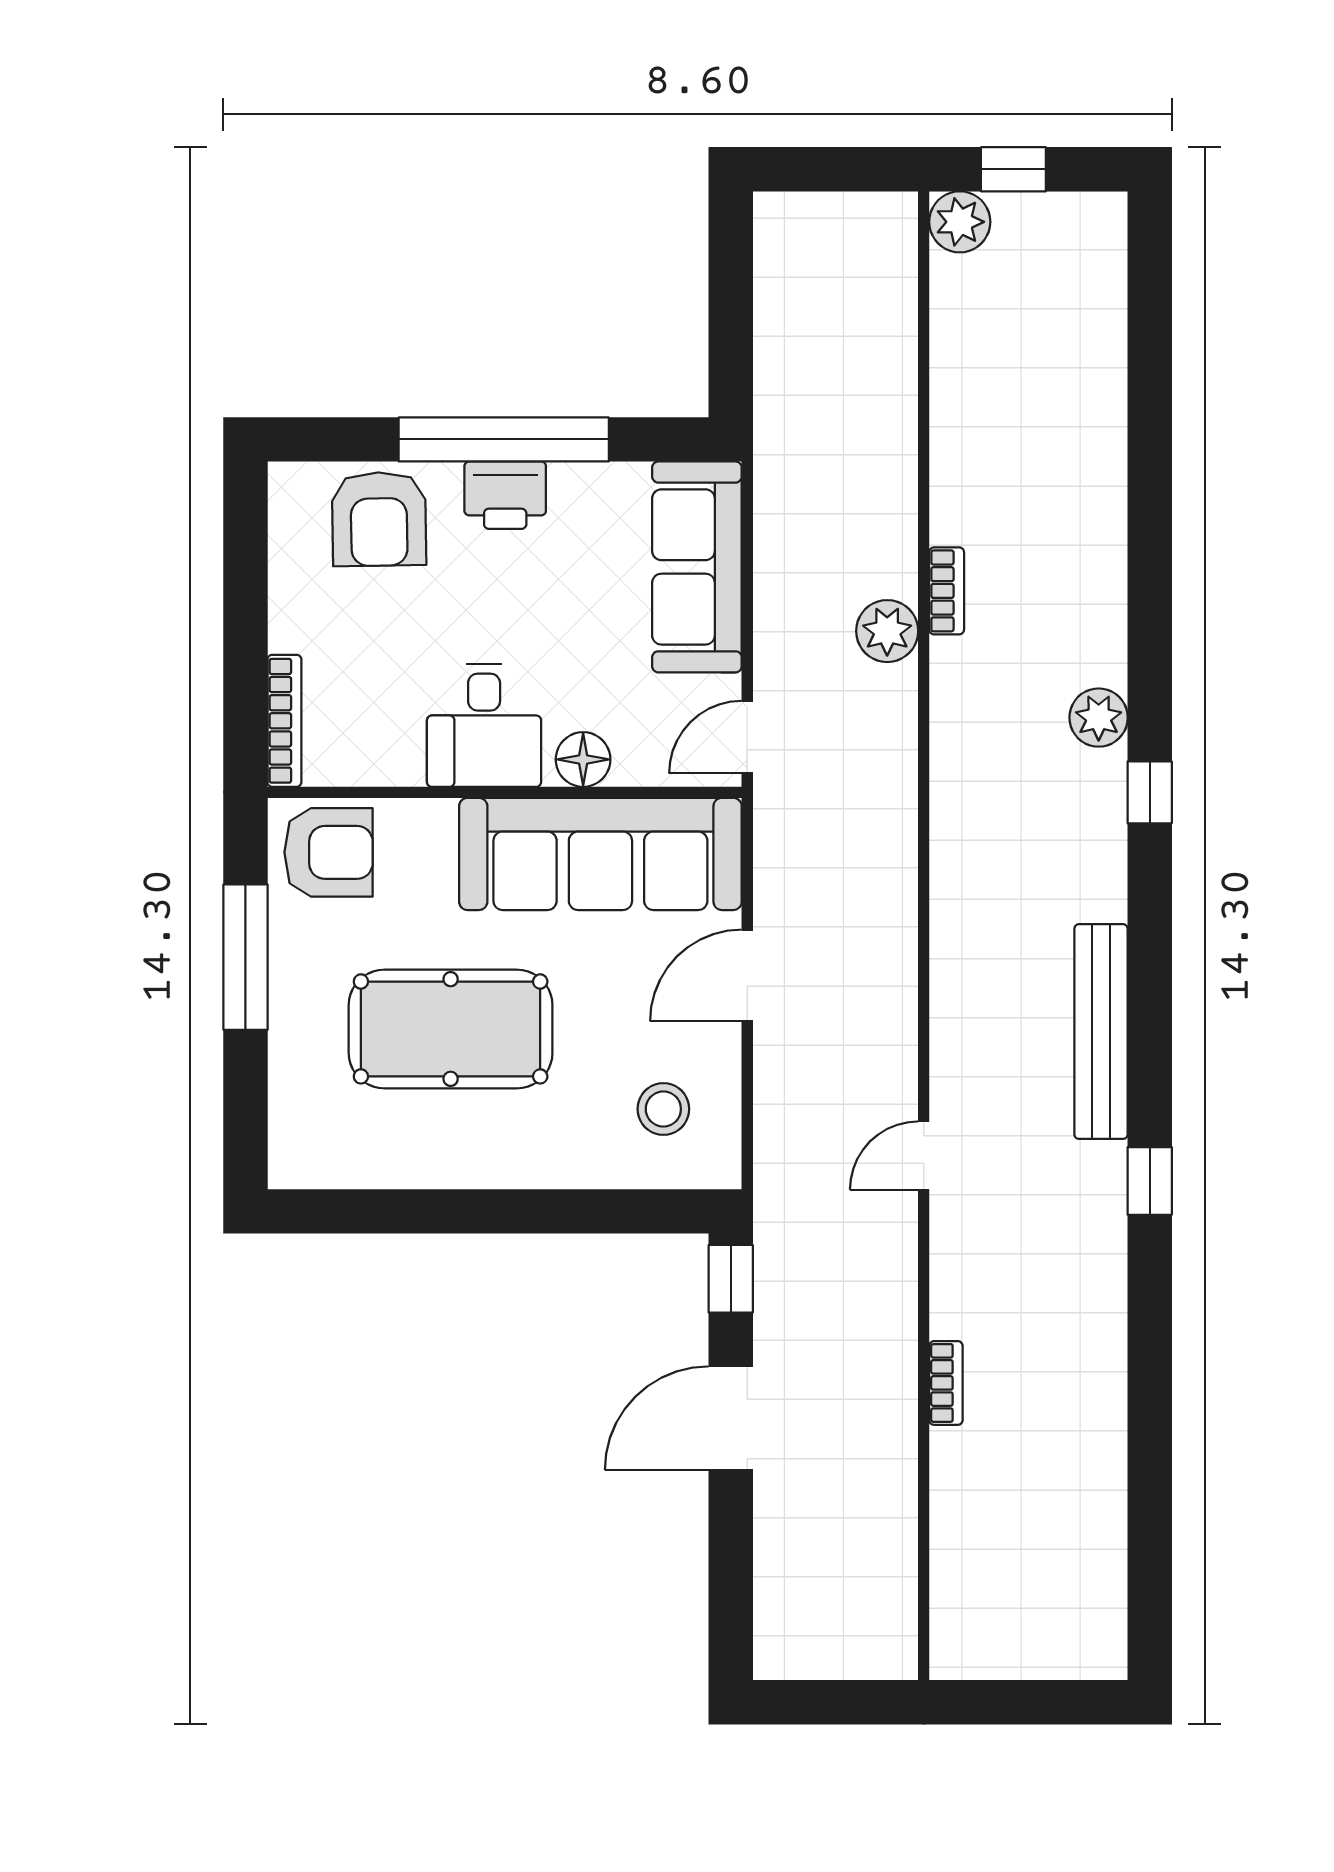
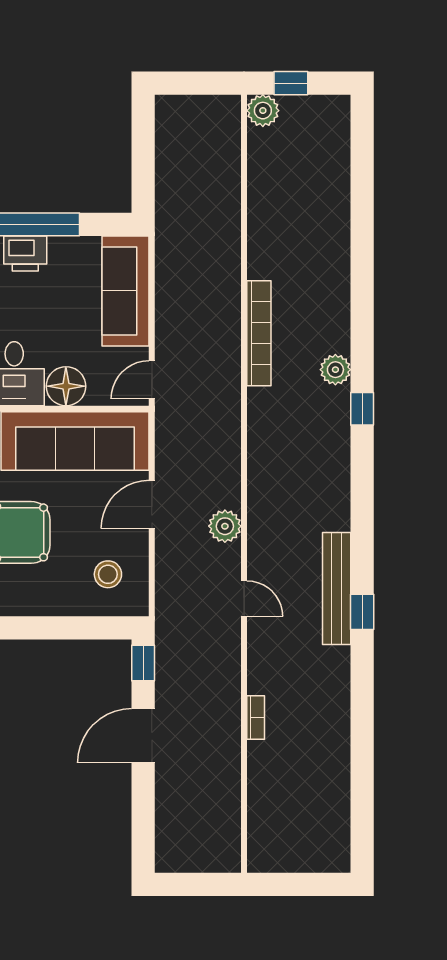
bookcase: (947, 591) -> (259, 333), width x2.31, depth x1.31
plant: (887, 631) -> (225, 526), moved
floor lamp: (583, 759) -> (66, 386), width x1.38, depth x1.38
bench: (1101, 1032) -> (337, 589), moved
door: (924, 1156) -> (244, 599), swing flipped

